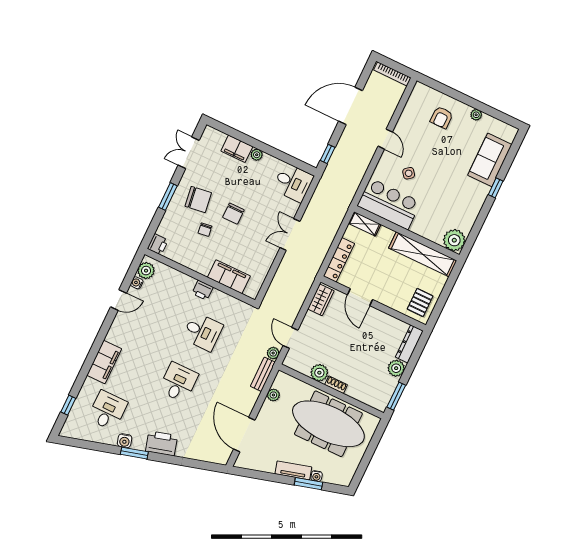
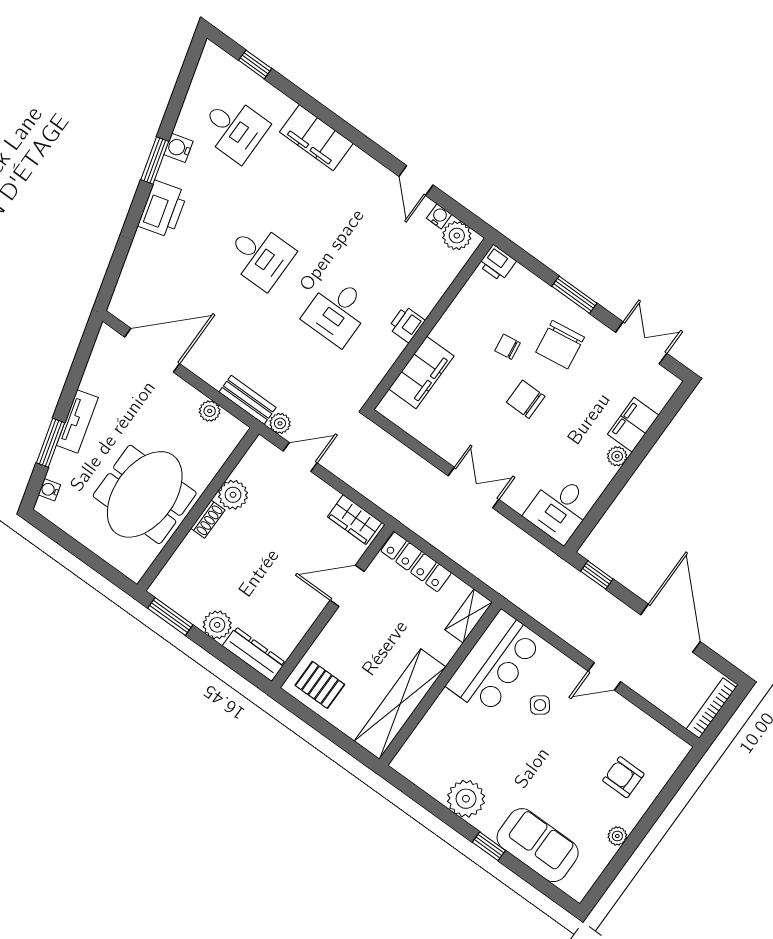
plant: (454, 240) -> (466, 799), moved
meeting table: (328, 424) -> (145, 494), width x0.73
water cooler: (317, 476) -> (49, 490), moved

